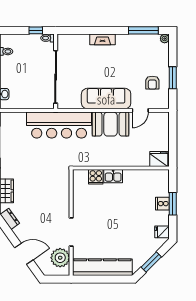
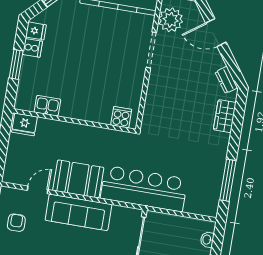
kitchen sink: (113, 176) -> (47, 106), moved
cooker: (96, 177) -> (121, 117), moved
cooker: (162, 204) -> (32, 48), moved

